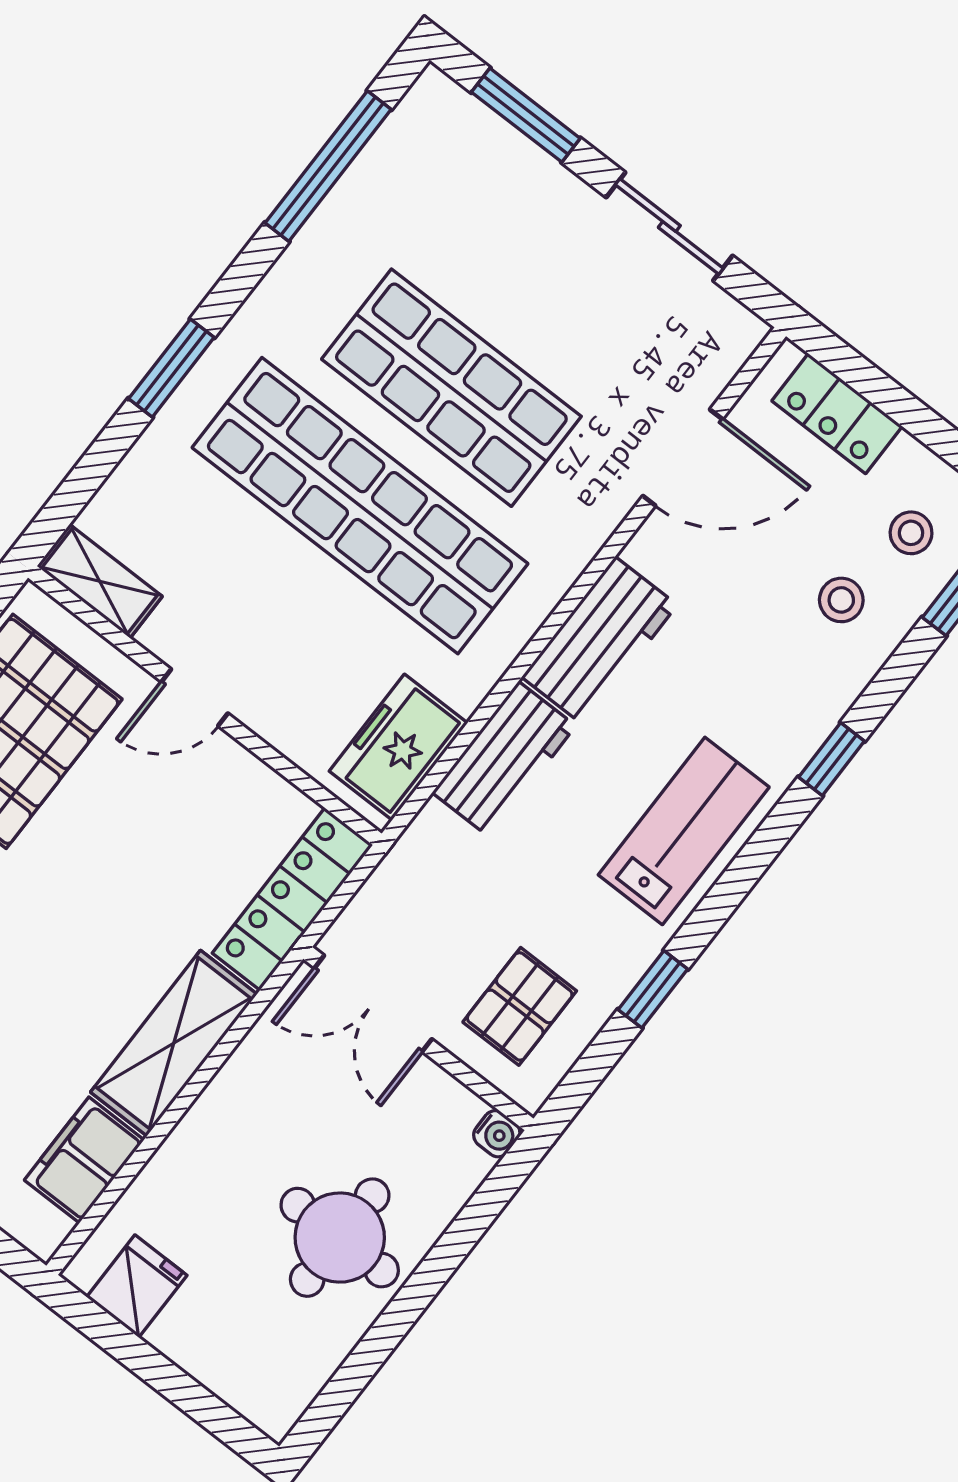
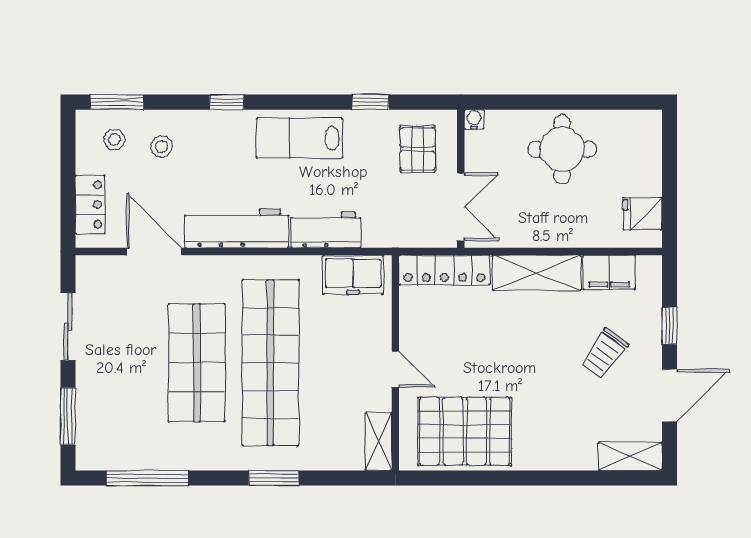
workbench: (600, 641) -> (237, 228), width x1.37
pallet: (520, 1006) -> (417, 149), turned 90

